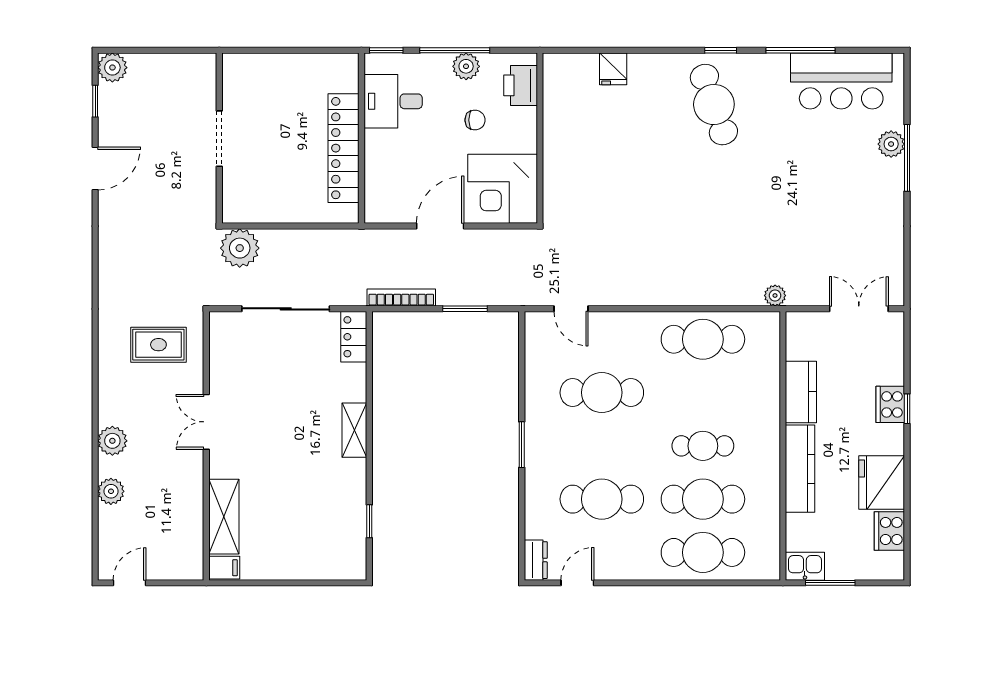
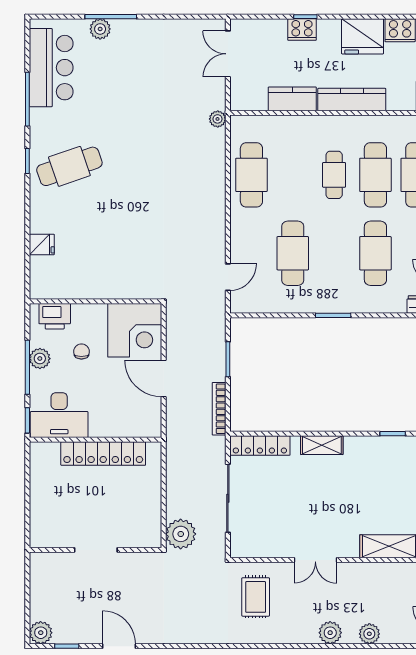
desk: (393, 101) -> (59, 415), width x1.37
locker: (354, 337) -> (260, 446), width x1.53

